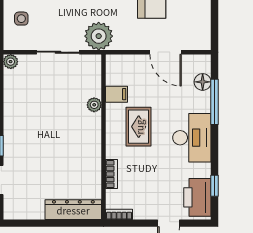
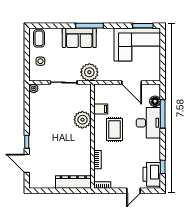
plant: (94, 105) -> (82, 120), width x1.87, depth x1.87
desk: (192, 138) -> (148, 123), moved

